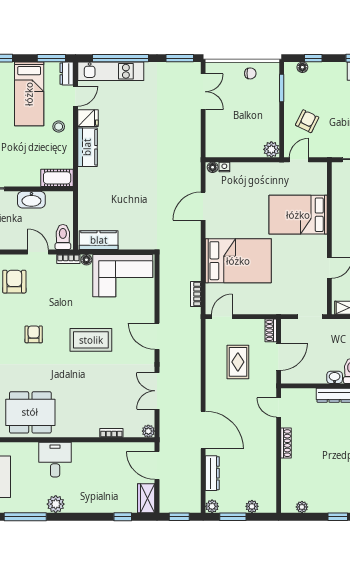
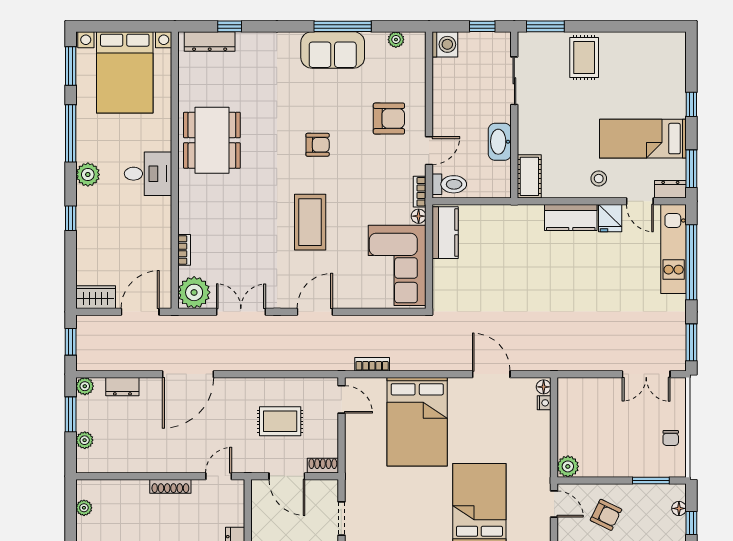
plant: (148, 431) -> (194, 292), width x1.87, depth x1.87
dresser: (212, 473) -> (122, 387), width x0.70
window: (123, 517) -> (71, 218), moved

